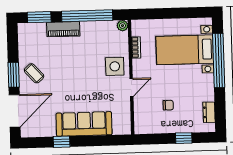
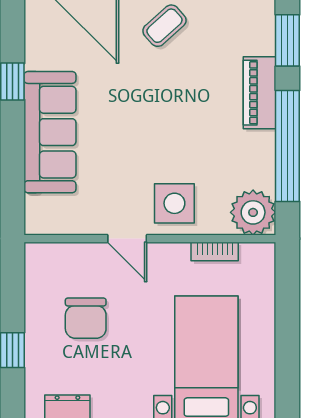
plant: (122, 26) -> (253, 212), width x1.88, depth x1.88
chair: (168, 105) -> (86, 318), width x1.87, depth x1.87

